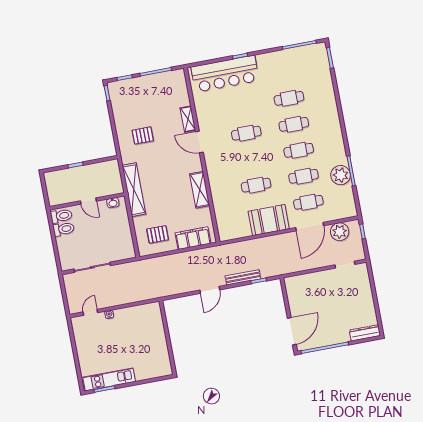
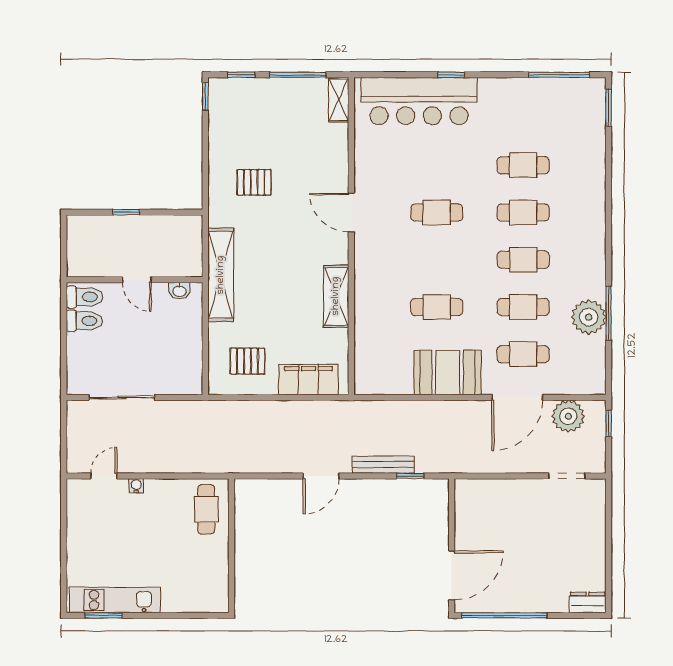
shelving: (188, 119) -> (339, 100), moved
cafe table: (150, 320) -> (206, 509), added
dresser: (365, 333) -> (588, 602), width x0.70

